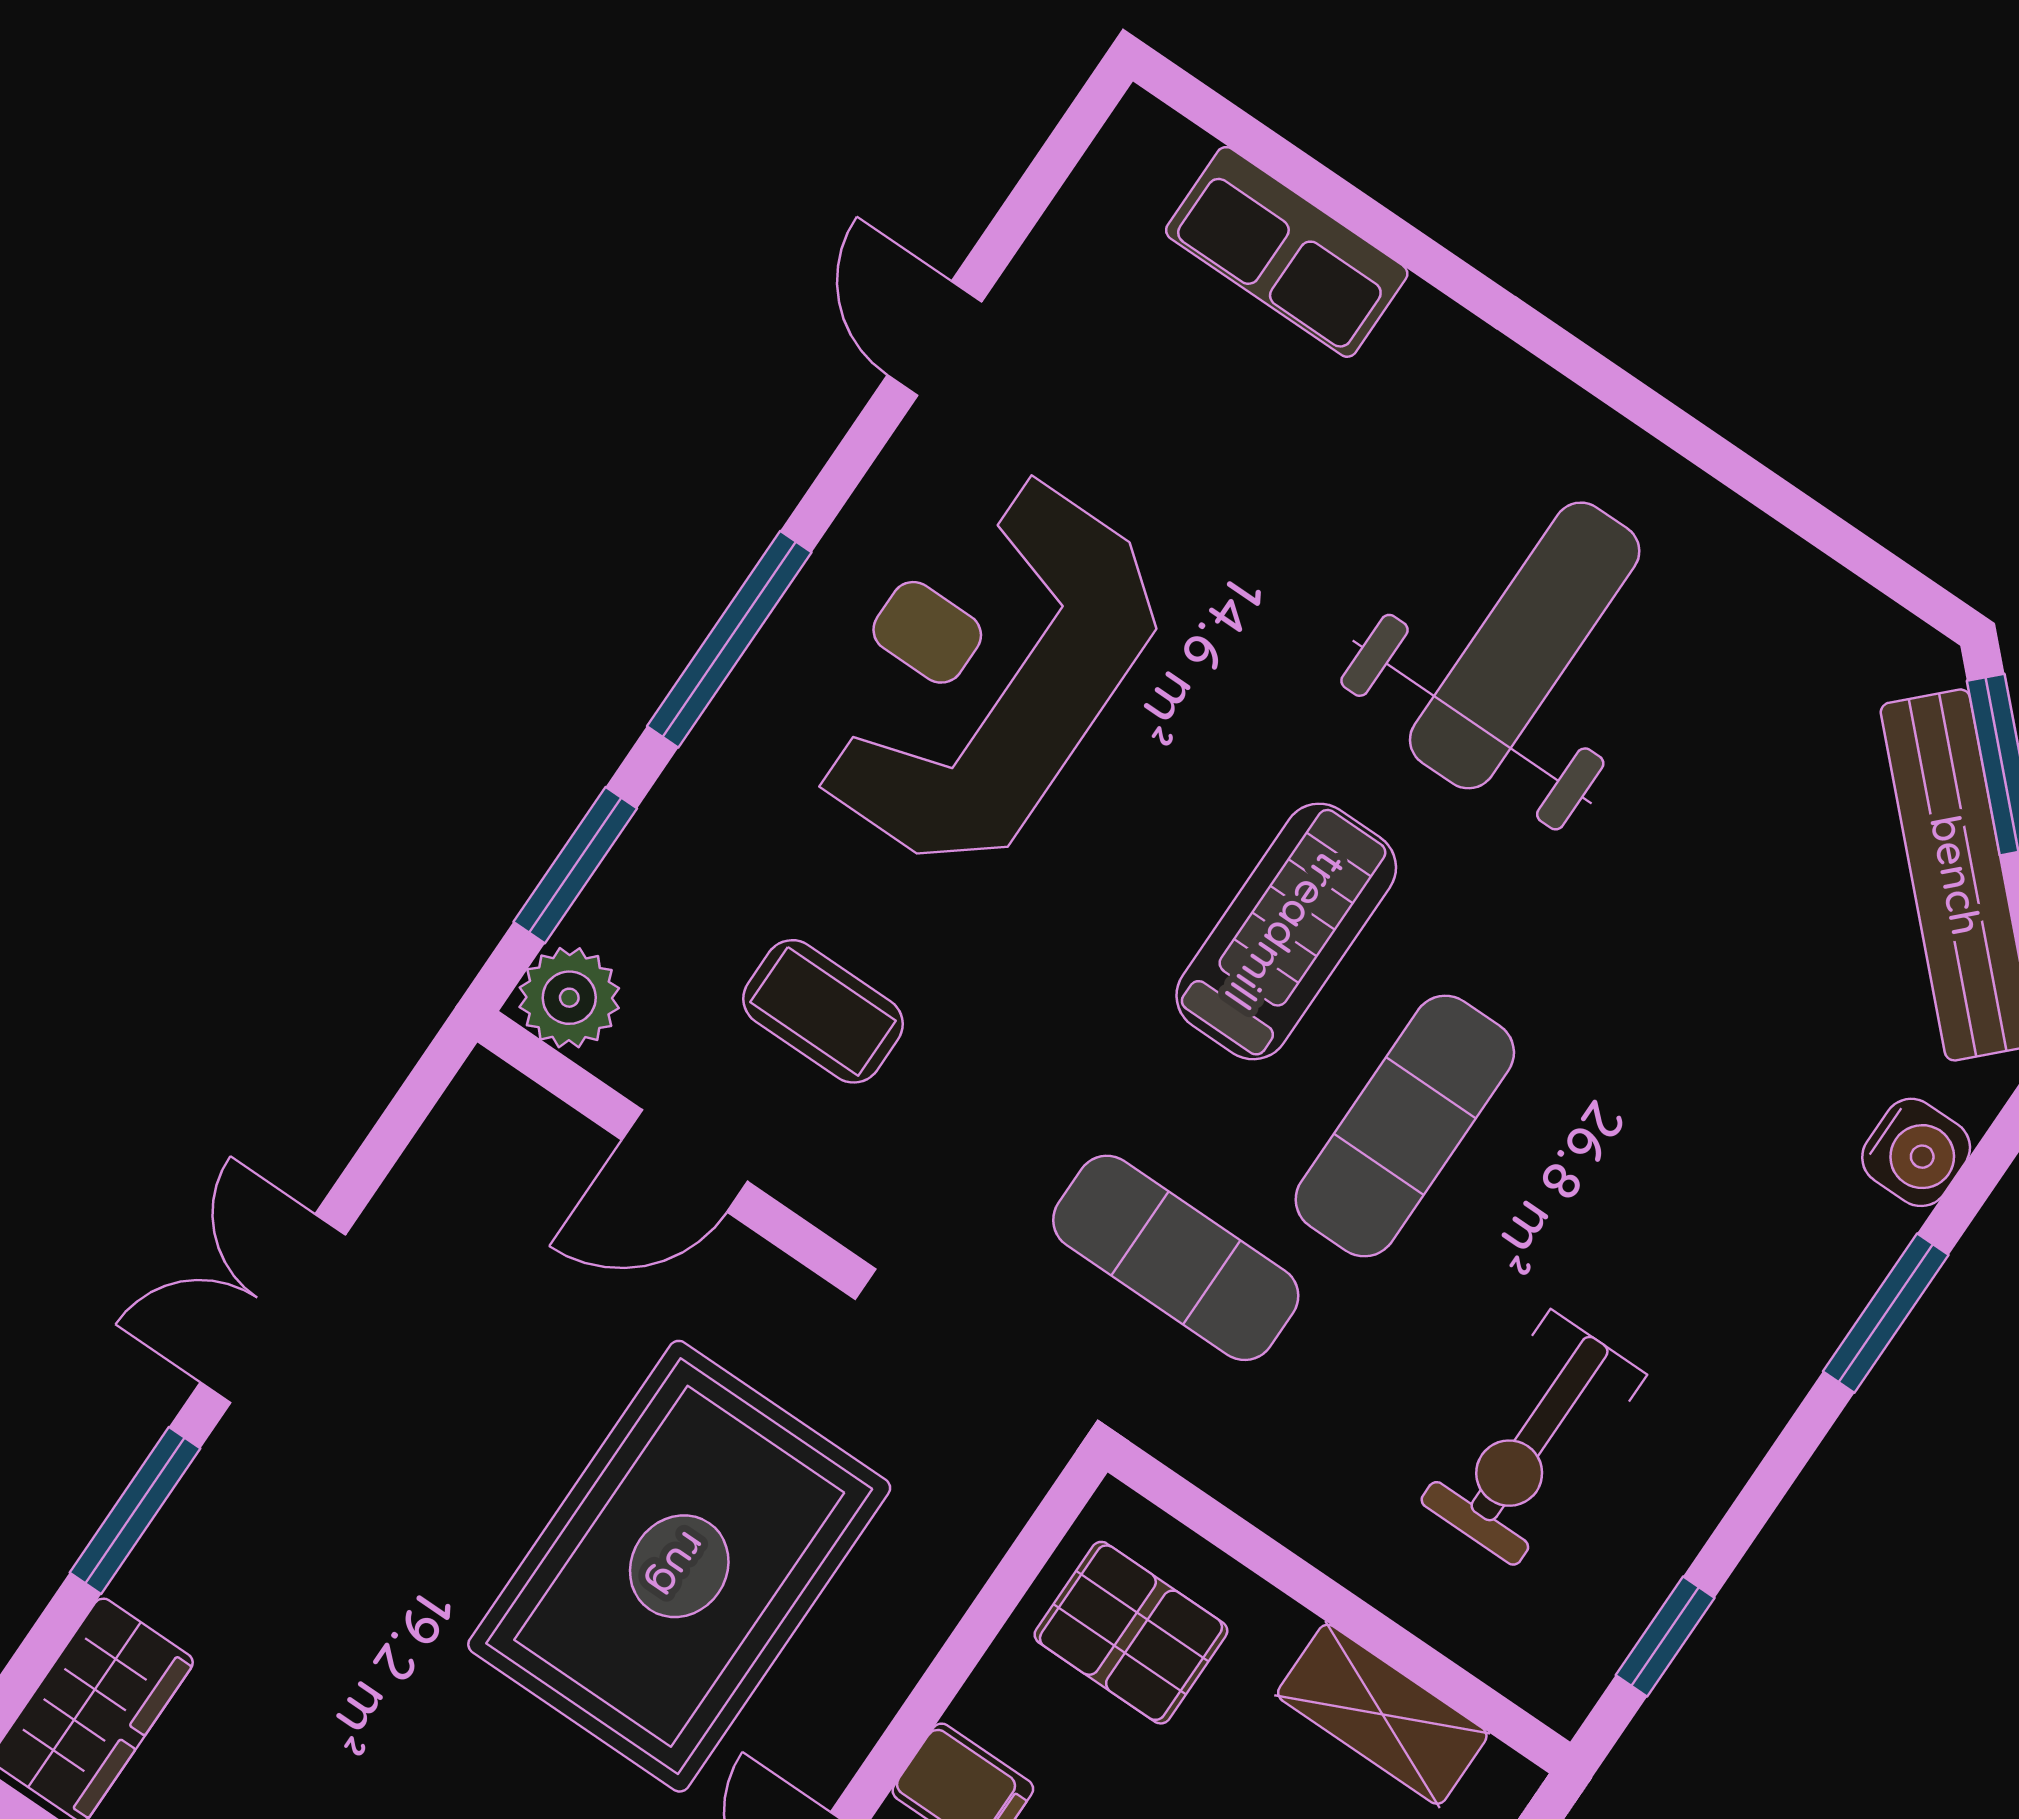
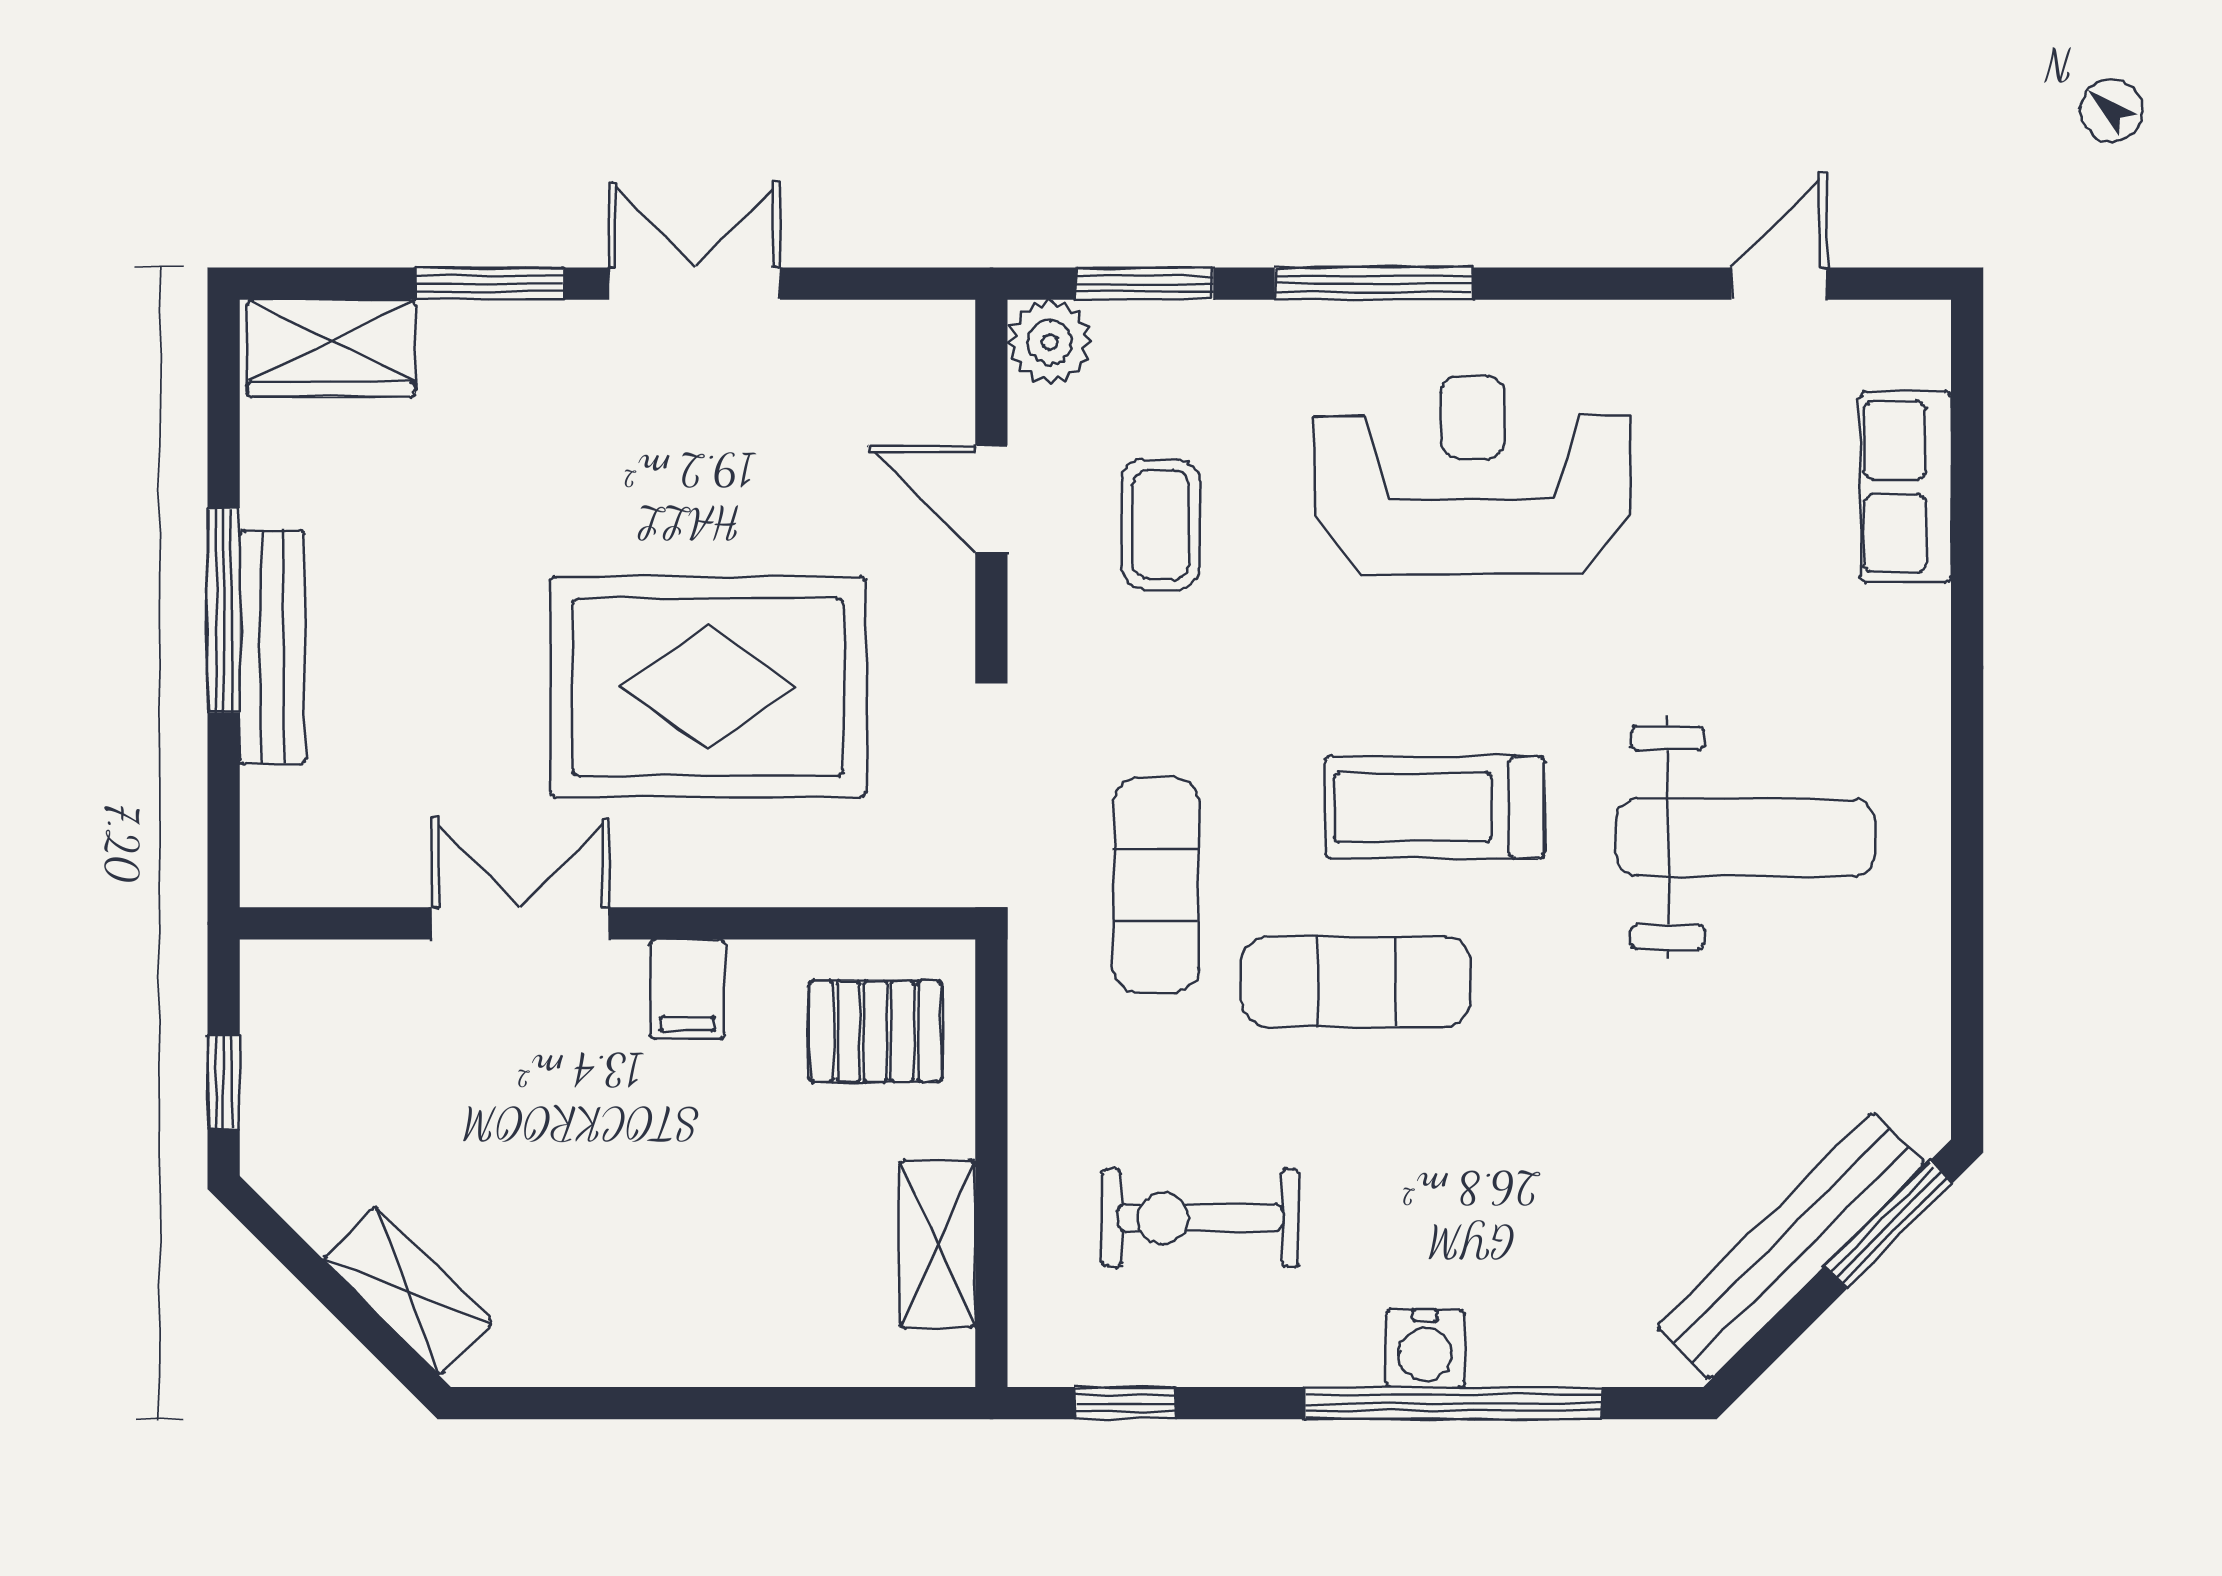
door: (935, 338) -> (1779, 284), moved
treadmill: (1286, 931) -> (1435, 807), turned 180
water cooler: (1916, 1152) -> (1425, 1348), moved
window: (1886, 1313) -> (1454, 1403), width x2.11
pallet: (1131, 1633) -> (875, 1031), turned 90

